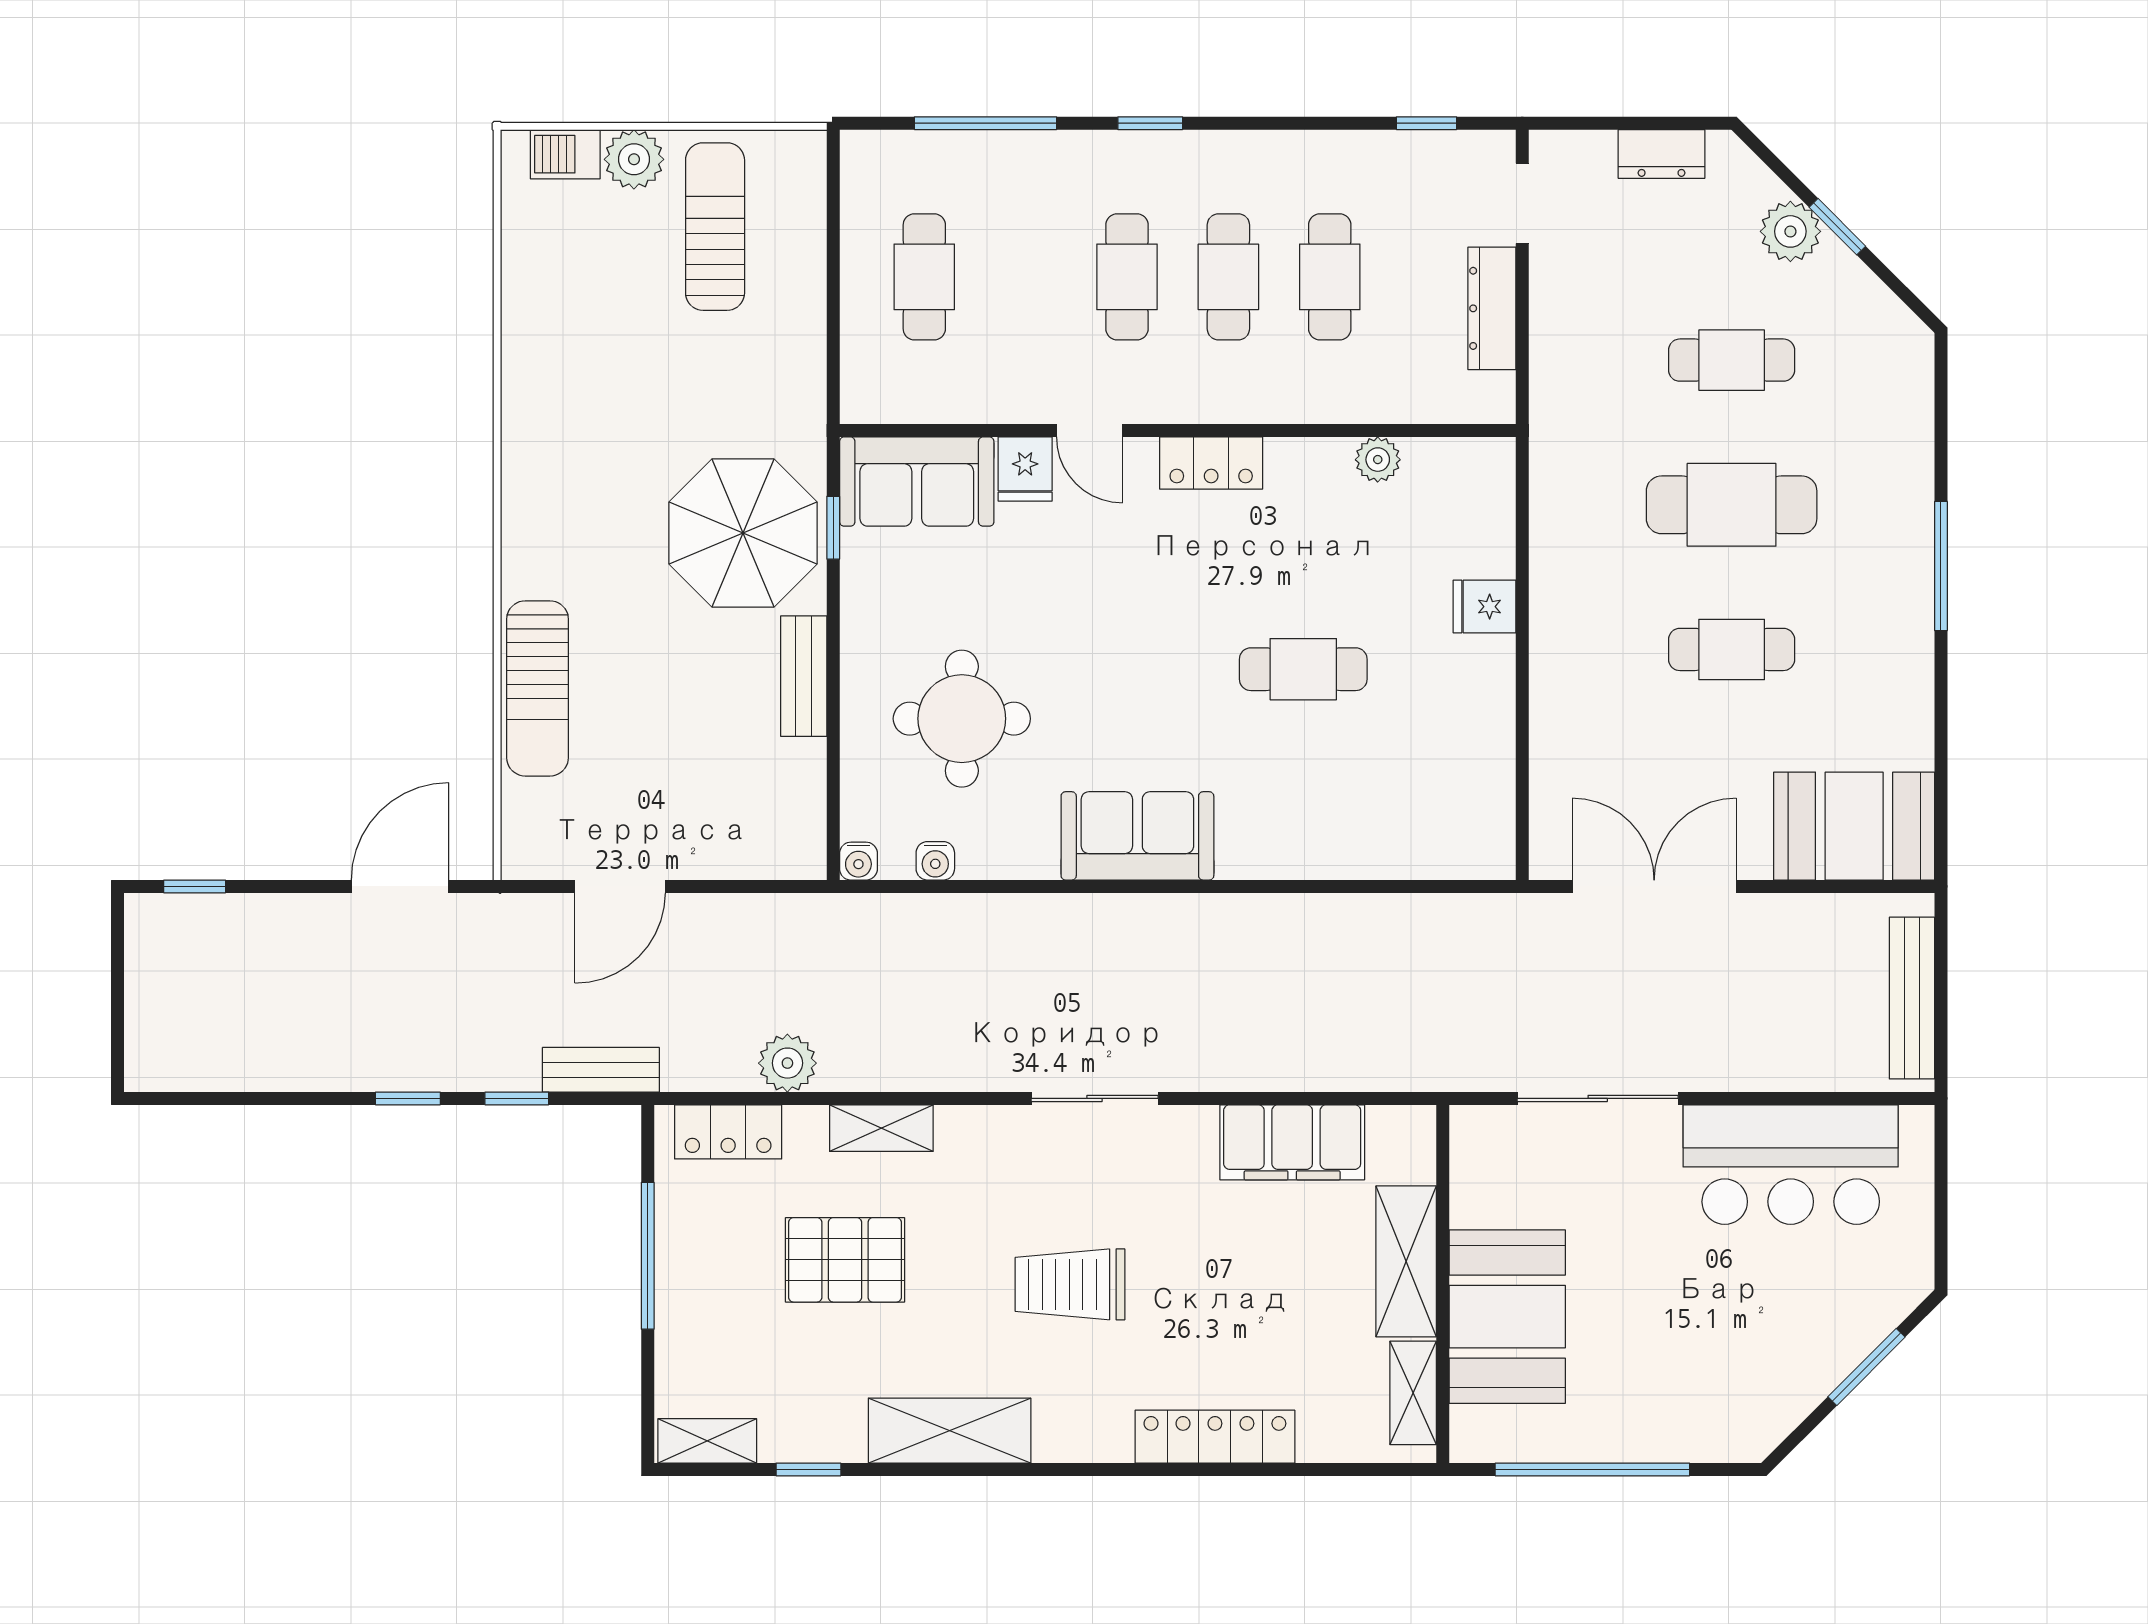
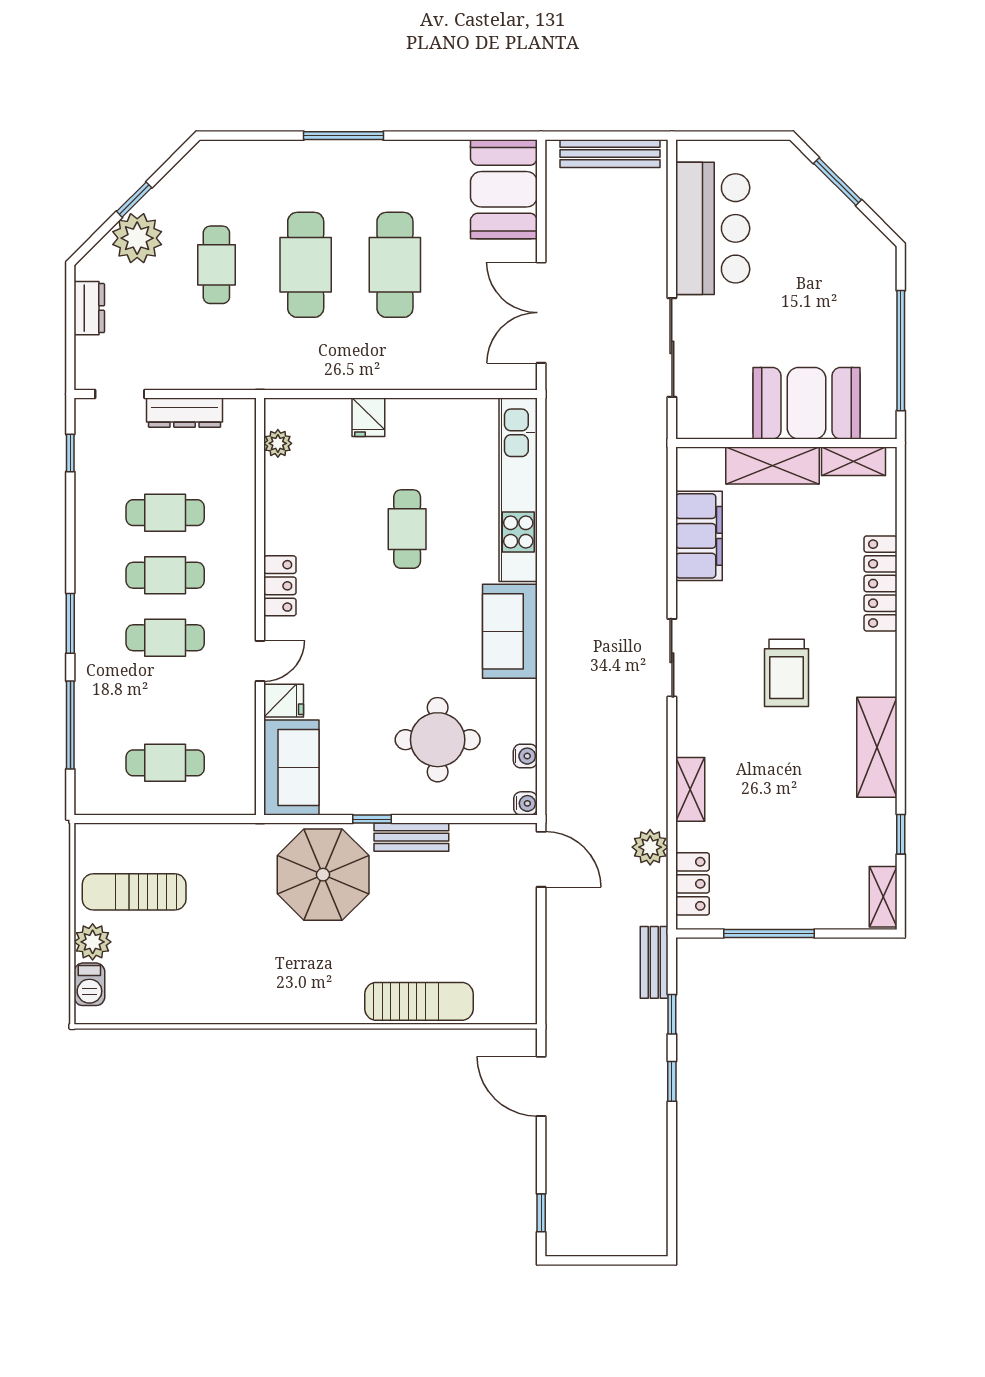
window: (1150, 123) -> (70, 623), width x1.50
plant: (1790, 231) -> (137, 238), width x1.36, depth x1.36
plant: (1378, 460) -> (278, 443), moved
window: (833, 528) -> (372, 819), moved
cafe table: (1732, 649) -> (395, 265), width x1.37, depth x1.35
kitchen unit: (1367, 849) -> (518, 490), added
door: (620, 886) -> (541, 859), moved
pallet: (845, 1260) -> (771, 812), removed

